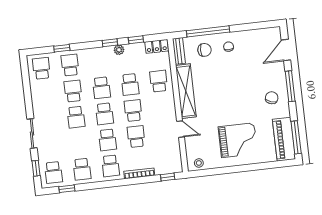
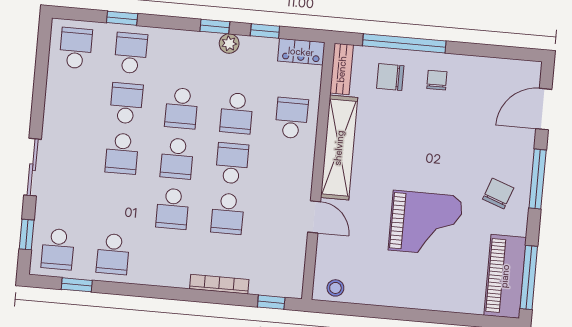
chair: (204, 50) -> (390, 77), turned 180
school desk: (136, 137) -> (228, 214), turned 180
grand piano: (238, 140) -> (425, 223), moved
school desk: (111, 166) -> (168, 259), removed

